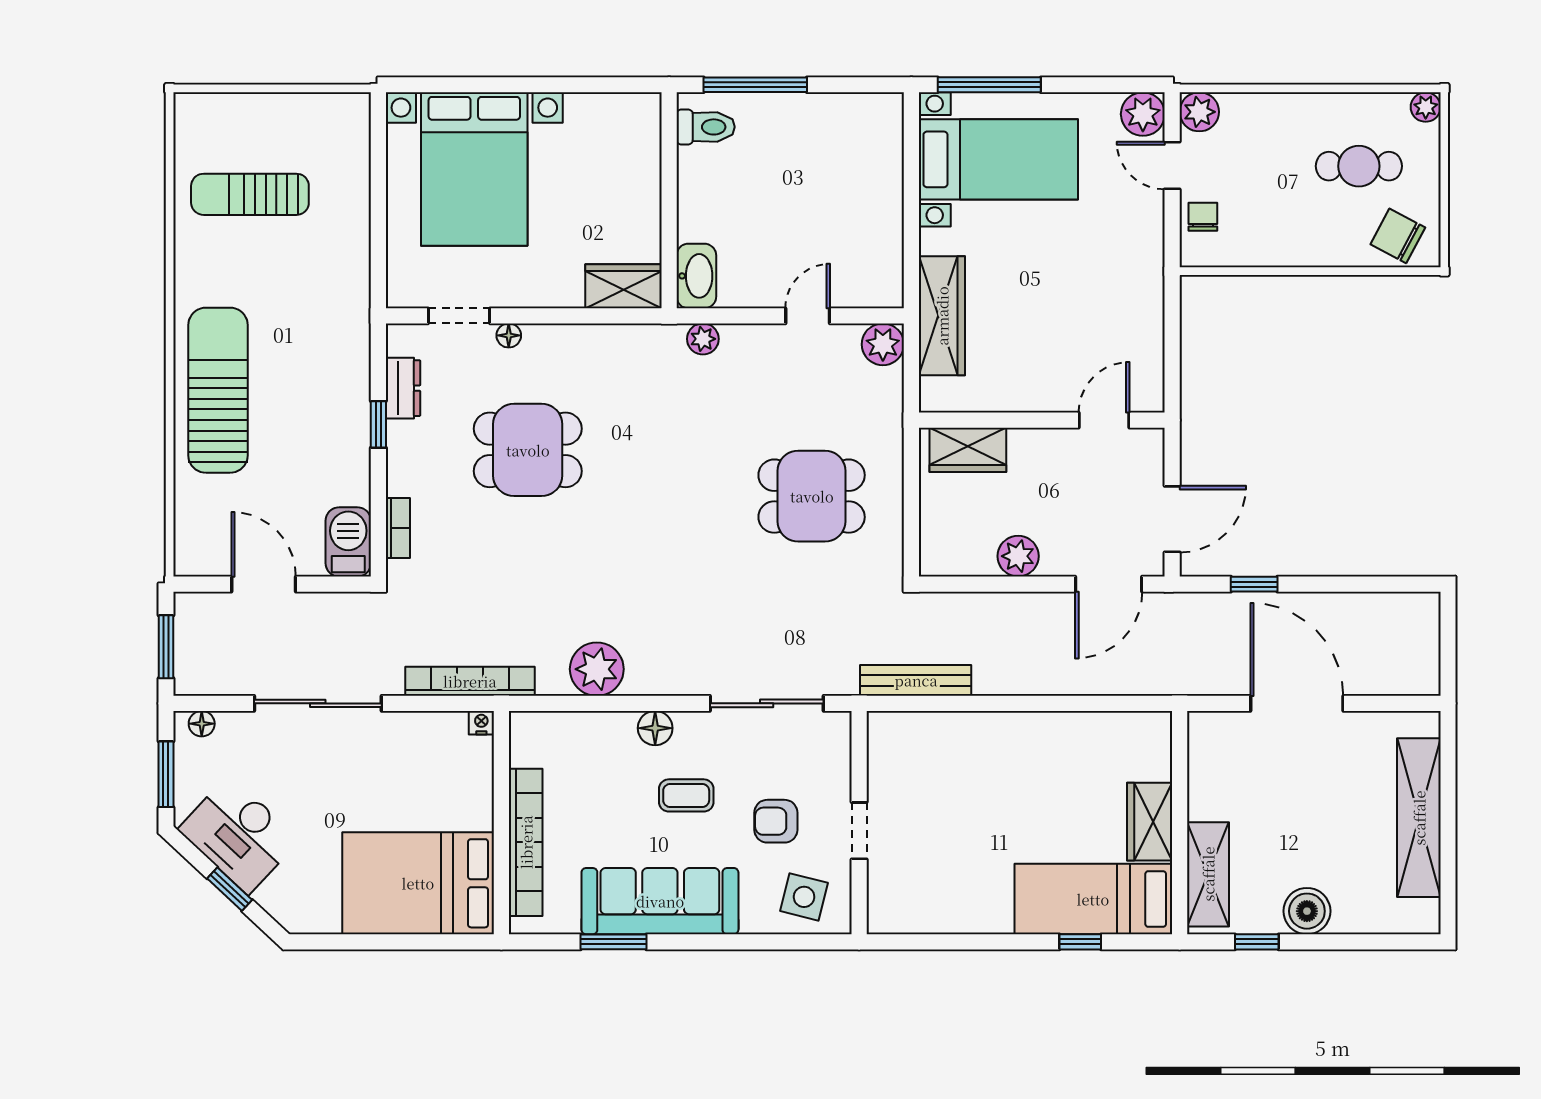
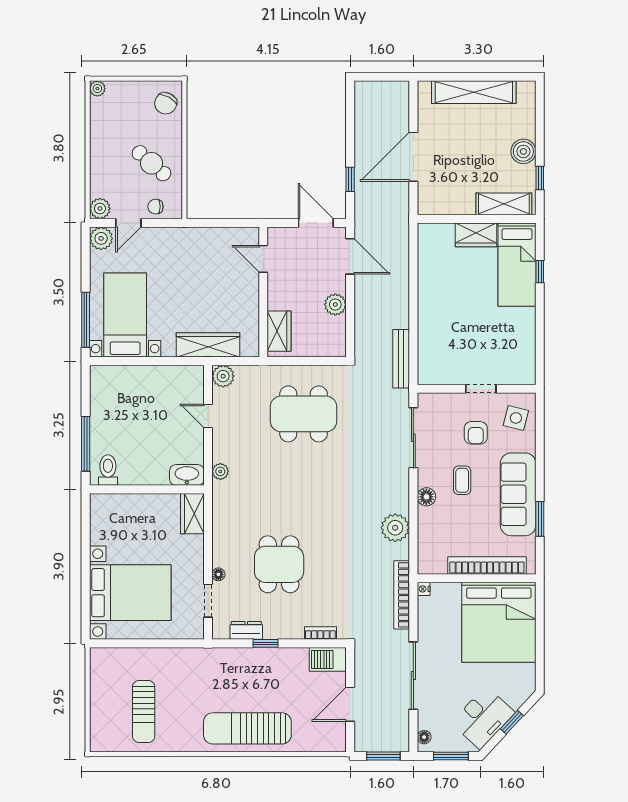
cafe table: (1359, 166) -> (151, 163), moved, turned -49
dining table: (812, 496) -> (304, 414), width x1.38
bed: (418, 883) -> (499, 622), width x1.36

